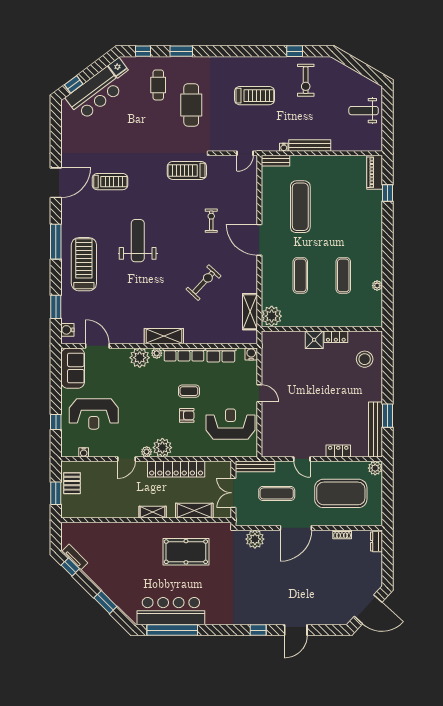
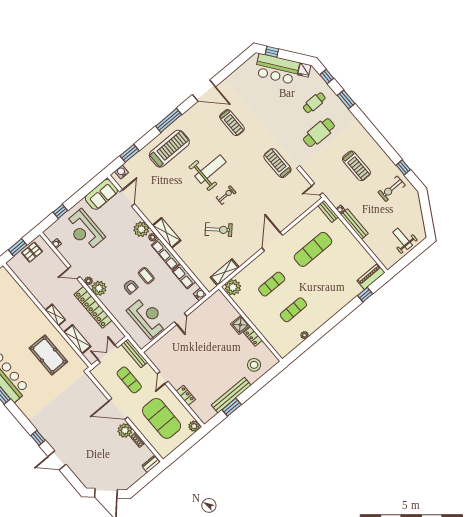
exercise bike: (211, 221) -> (226, 195), moved
bench: (375, 429) -> (231, 395), moved
plant: (255, 539) -> (125, 430), moved

